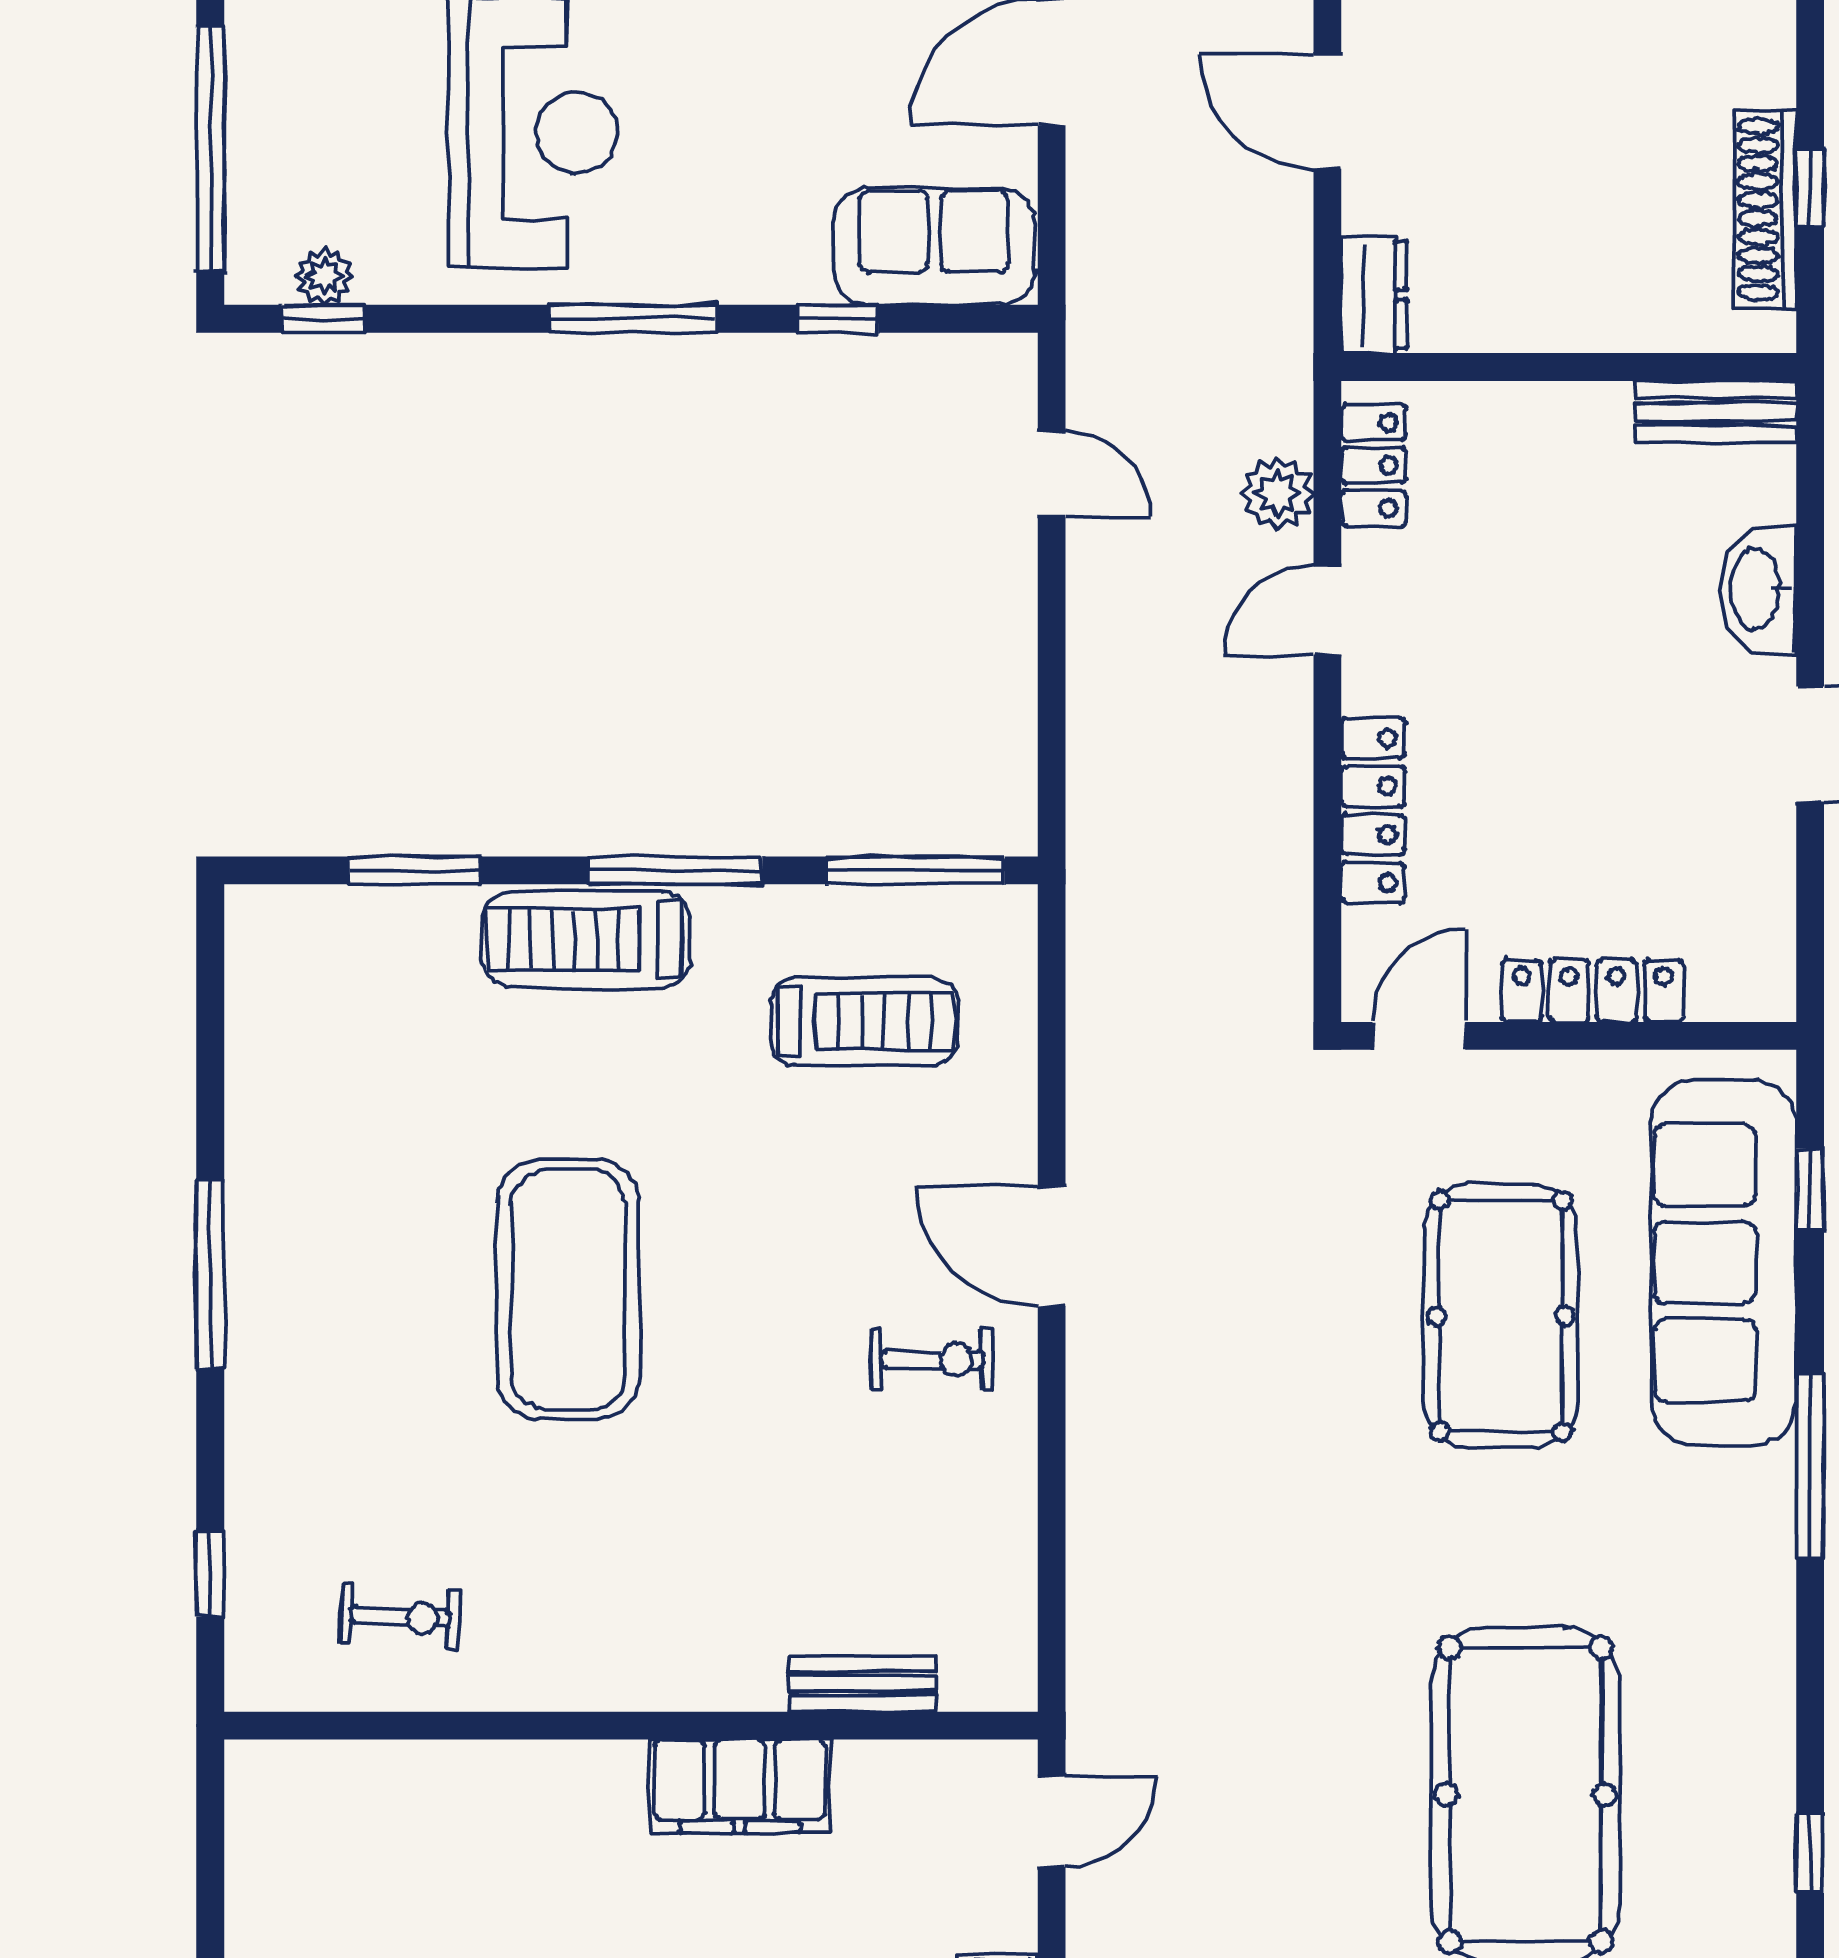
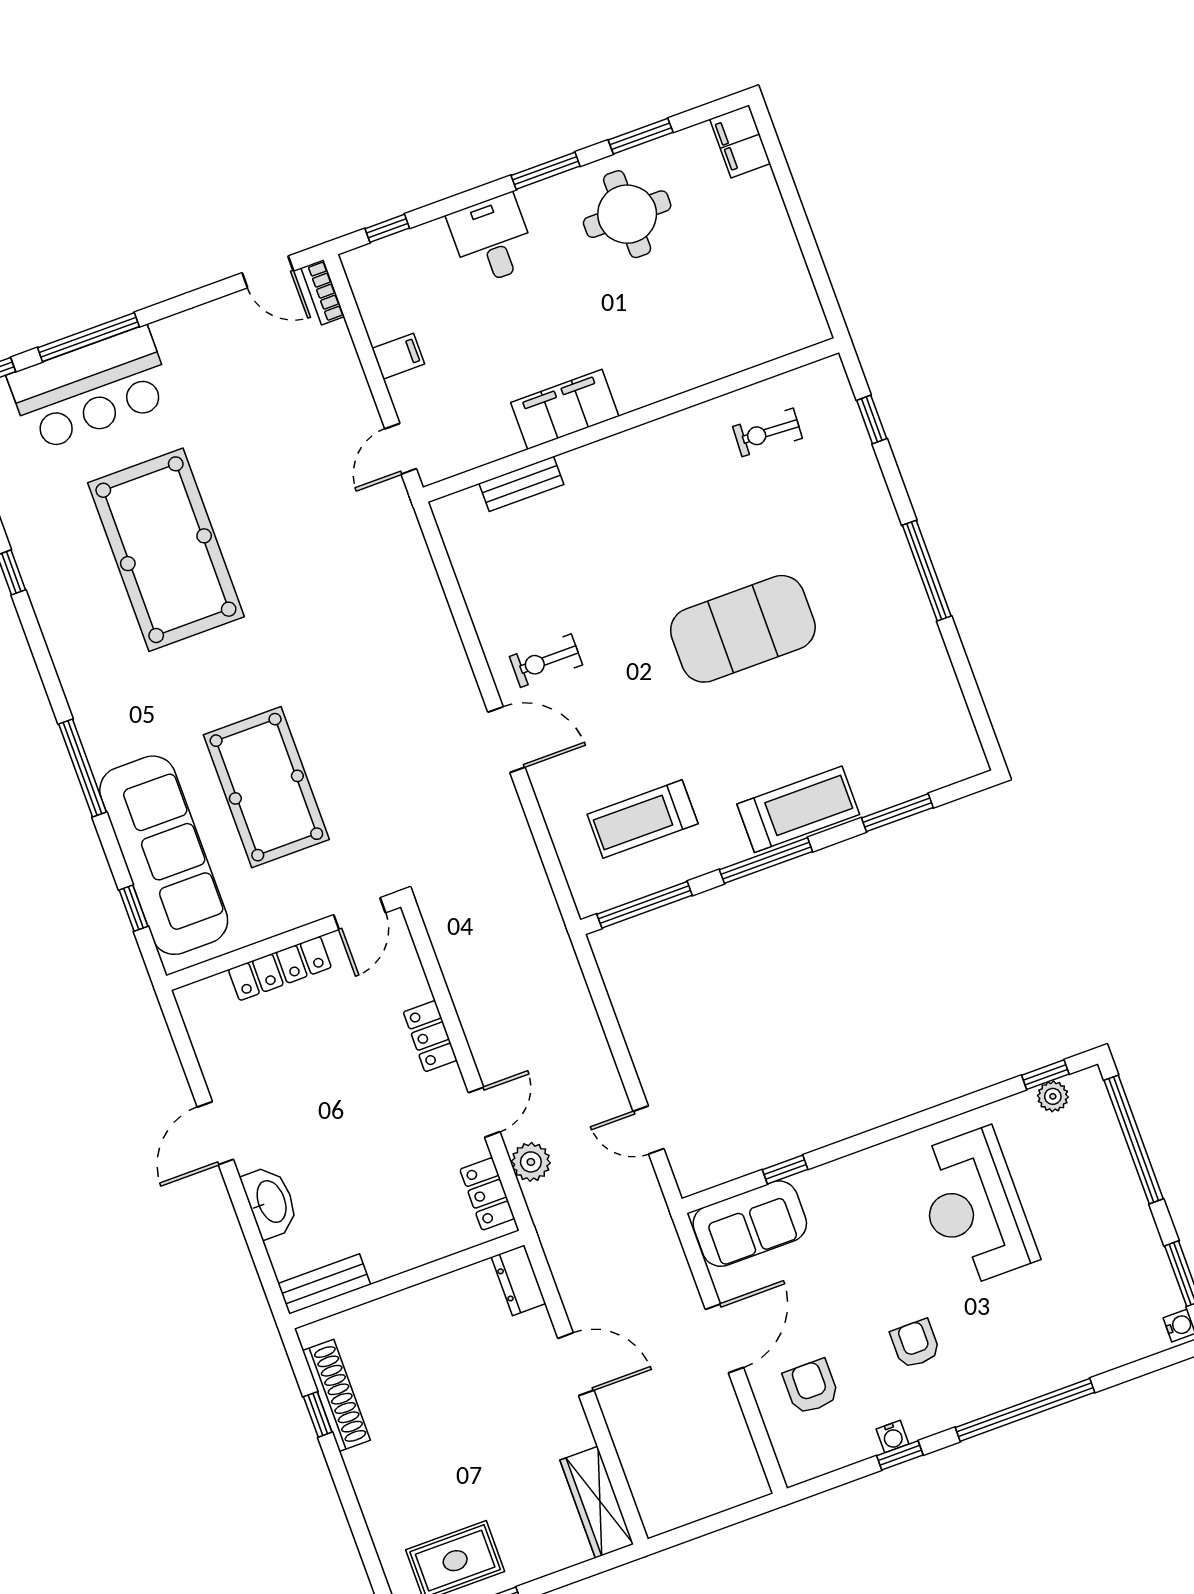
window: (633, 319) -> (889, 1132), removed
locker: (1373, 810) -> (430, 1036), width x0.66
exercise mat: (568, 1290) -> (743, 629), turned 90

